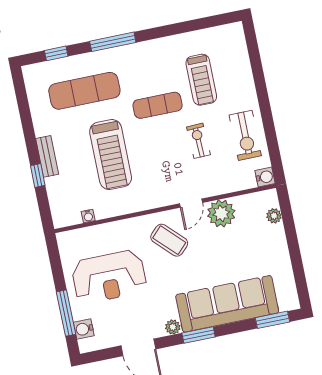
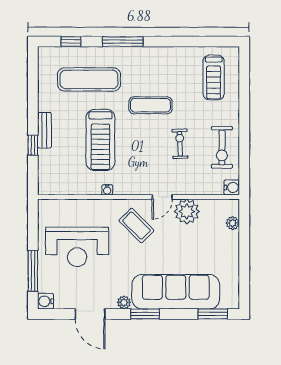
treadmill: (201, 80) -> (214, 77), moved
water cooler: (88, 216) -> (107, 190), moved
water cooler: (84, 329) -> (46, 301), moved

